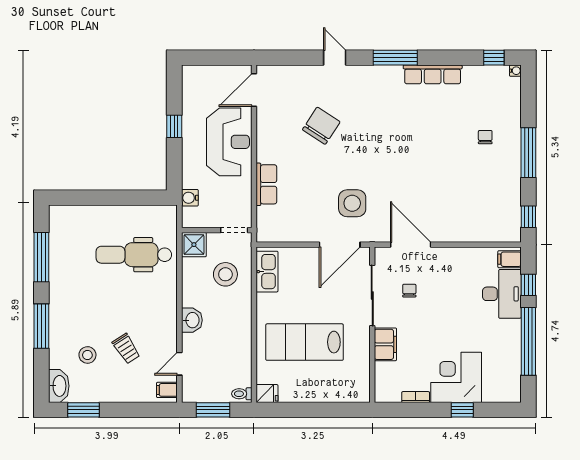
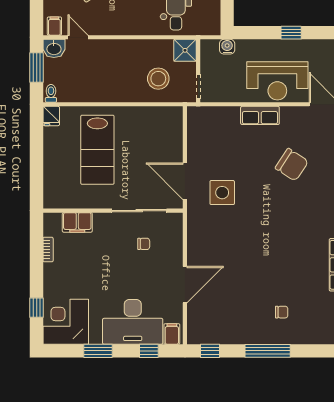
row of seats: (266, 184) -> (260, 115), moved
door: (411, 245) -> (185, 285), moved
kitchen sink: (267, 272) -> (161, 116), removed
desk: (502, 294) -> (133, 322), width x1.36, depth x1.30
washbasin: (192, 320) -> (54, 48), moved
window: (528, 341) -> (98, 351), width x0.47
lab bench: (305, 342) -> (97, 150), turned 180
filing cabinet: (385, 344) -> (77, 222), moved
corner desk: (456, 377) -> (66, 322), moved, turned -90
window: (462, 410) -> (37, 308), moved

